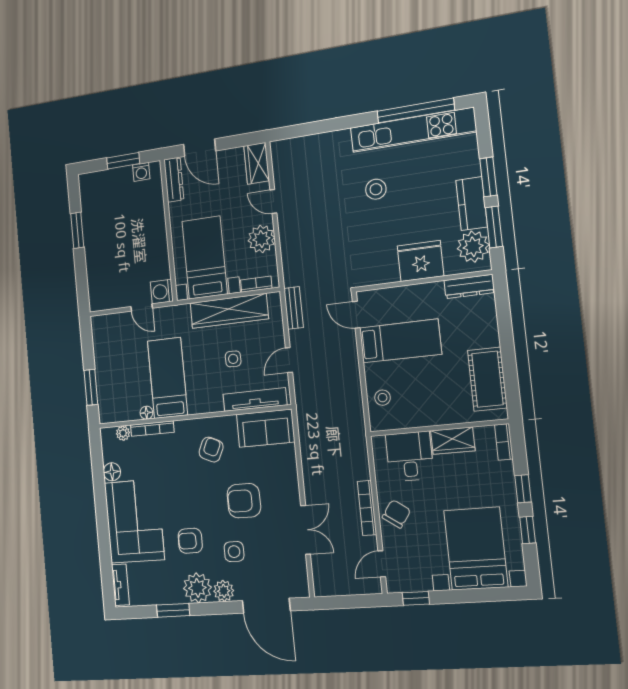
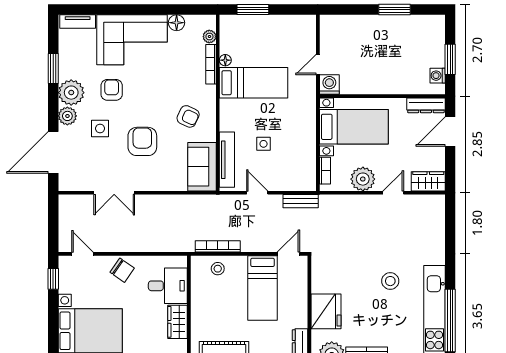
wardrobe: (229, 311) -> (305, 144), removed
bookcase: (367, 508) -> (218, 246), moved

